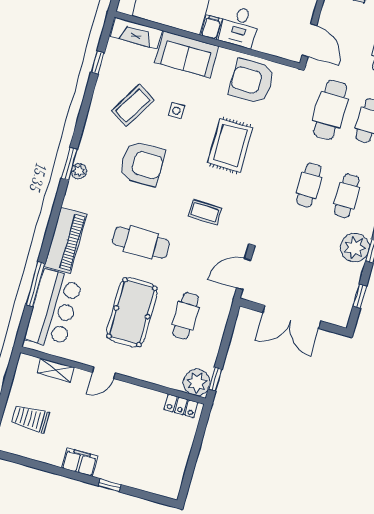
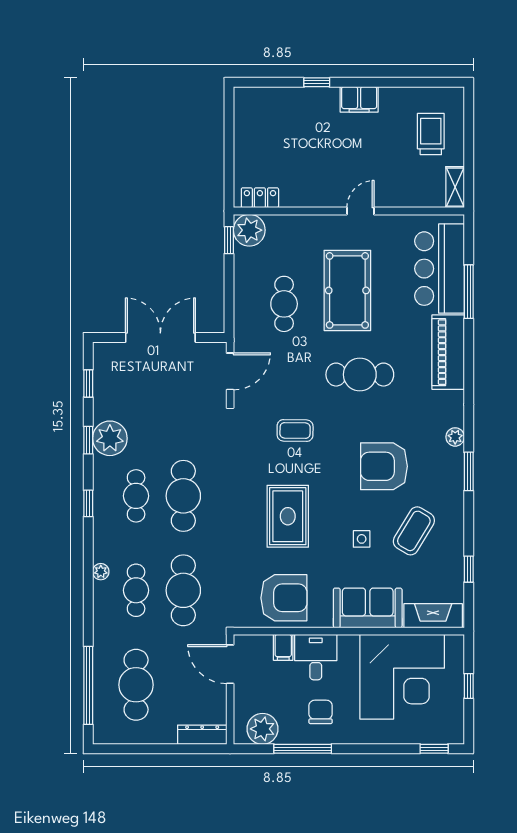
filing cabinet: (211, 27) -> (283, 647), moved
window: (69, 164) -> (469, 471), moved
cafe table: (309, 185) -> (183, 496), width x1.37, depth x1.35
shelving: (56, 370) -> (455, 187), moved, turned 90
trolley: (30, 418) -> (431, 134), turned -90

